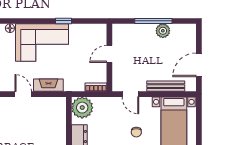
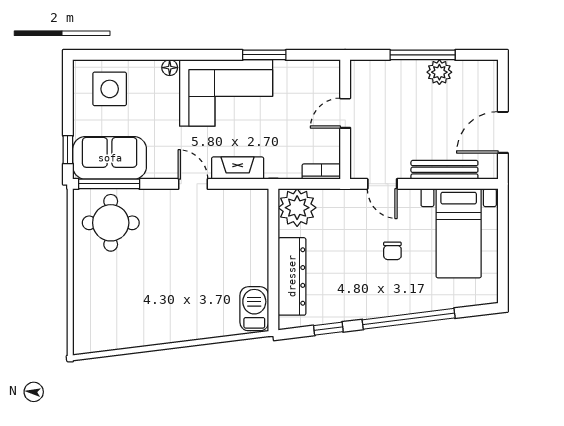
window: (64, 21) -> (264, 55), width x1.50

